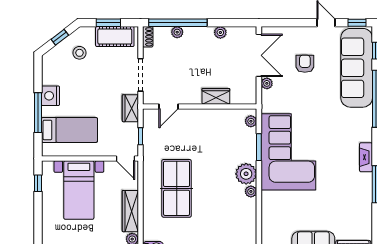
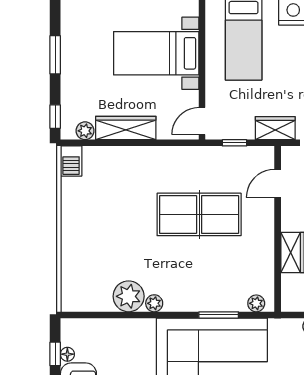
door: (168, 107) -> (278, 183), hinge flipped
plant: (246, 174) -> (129, 296), moved
table tennis table: (177, 188) -> (199, 214), moved

